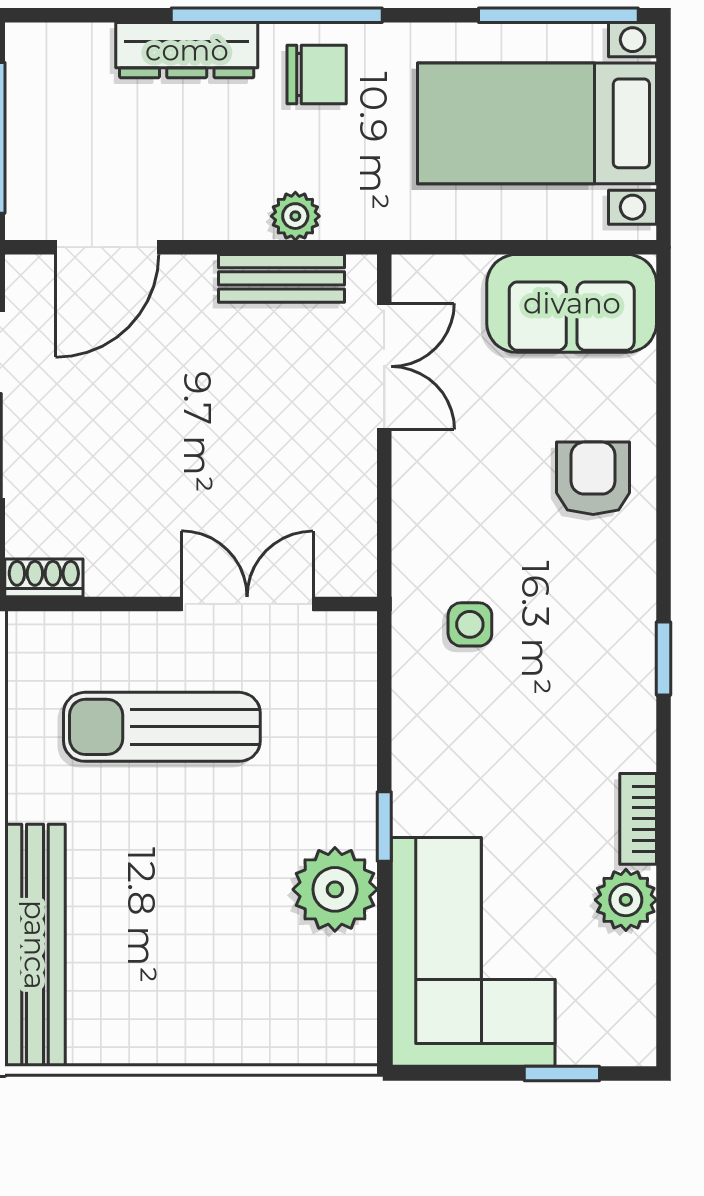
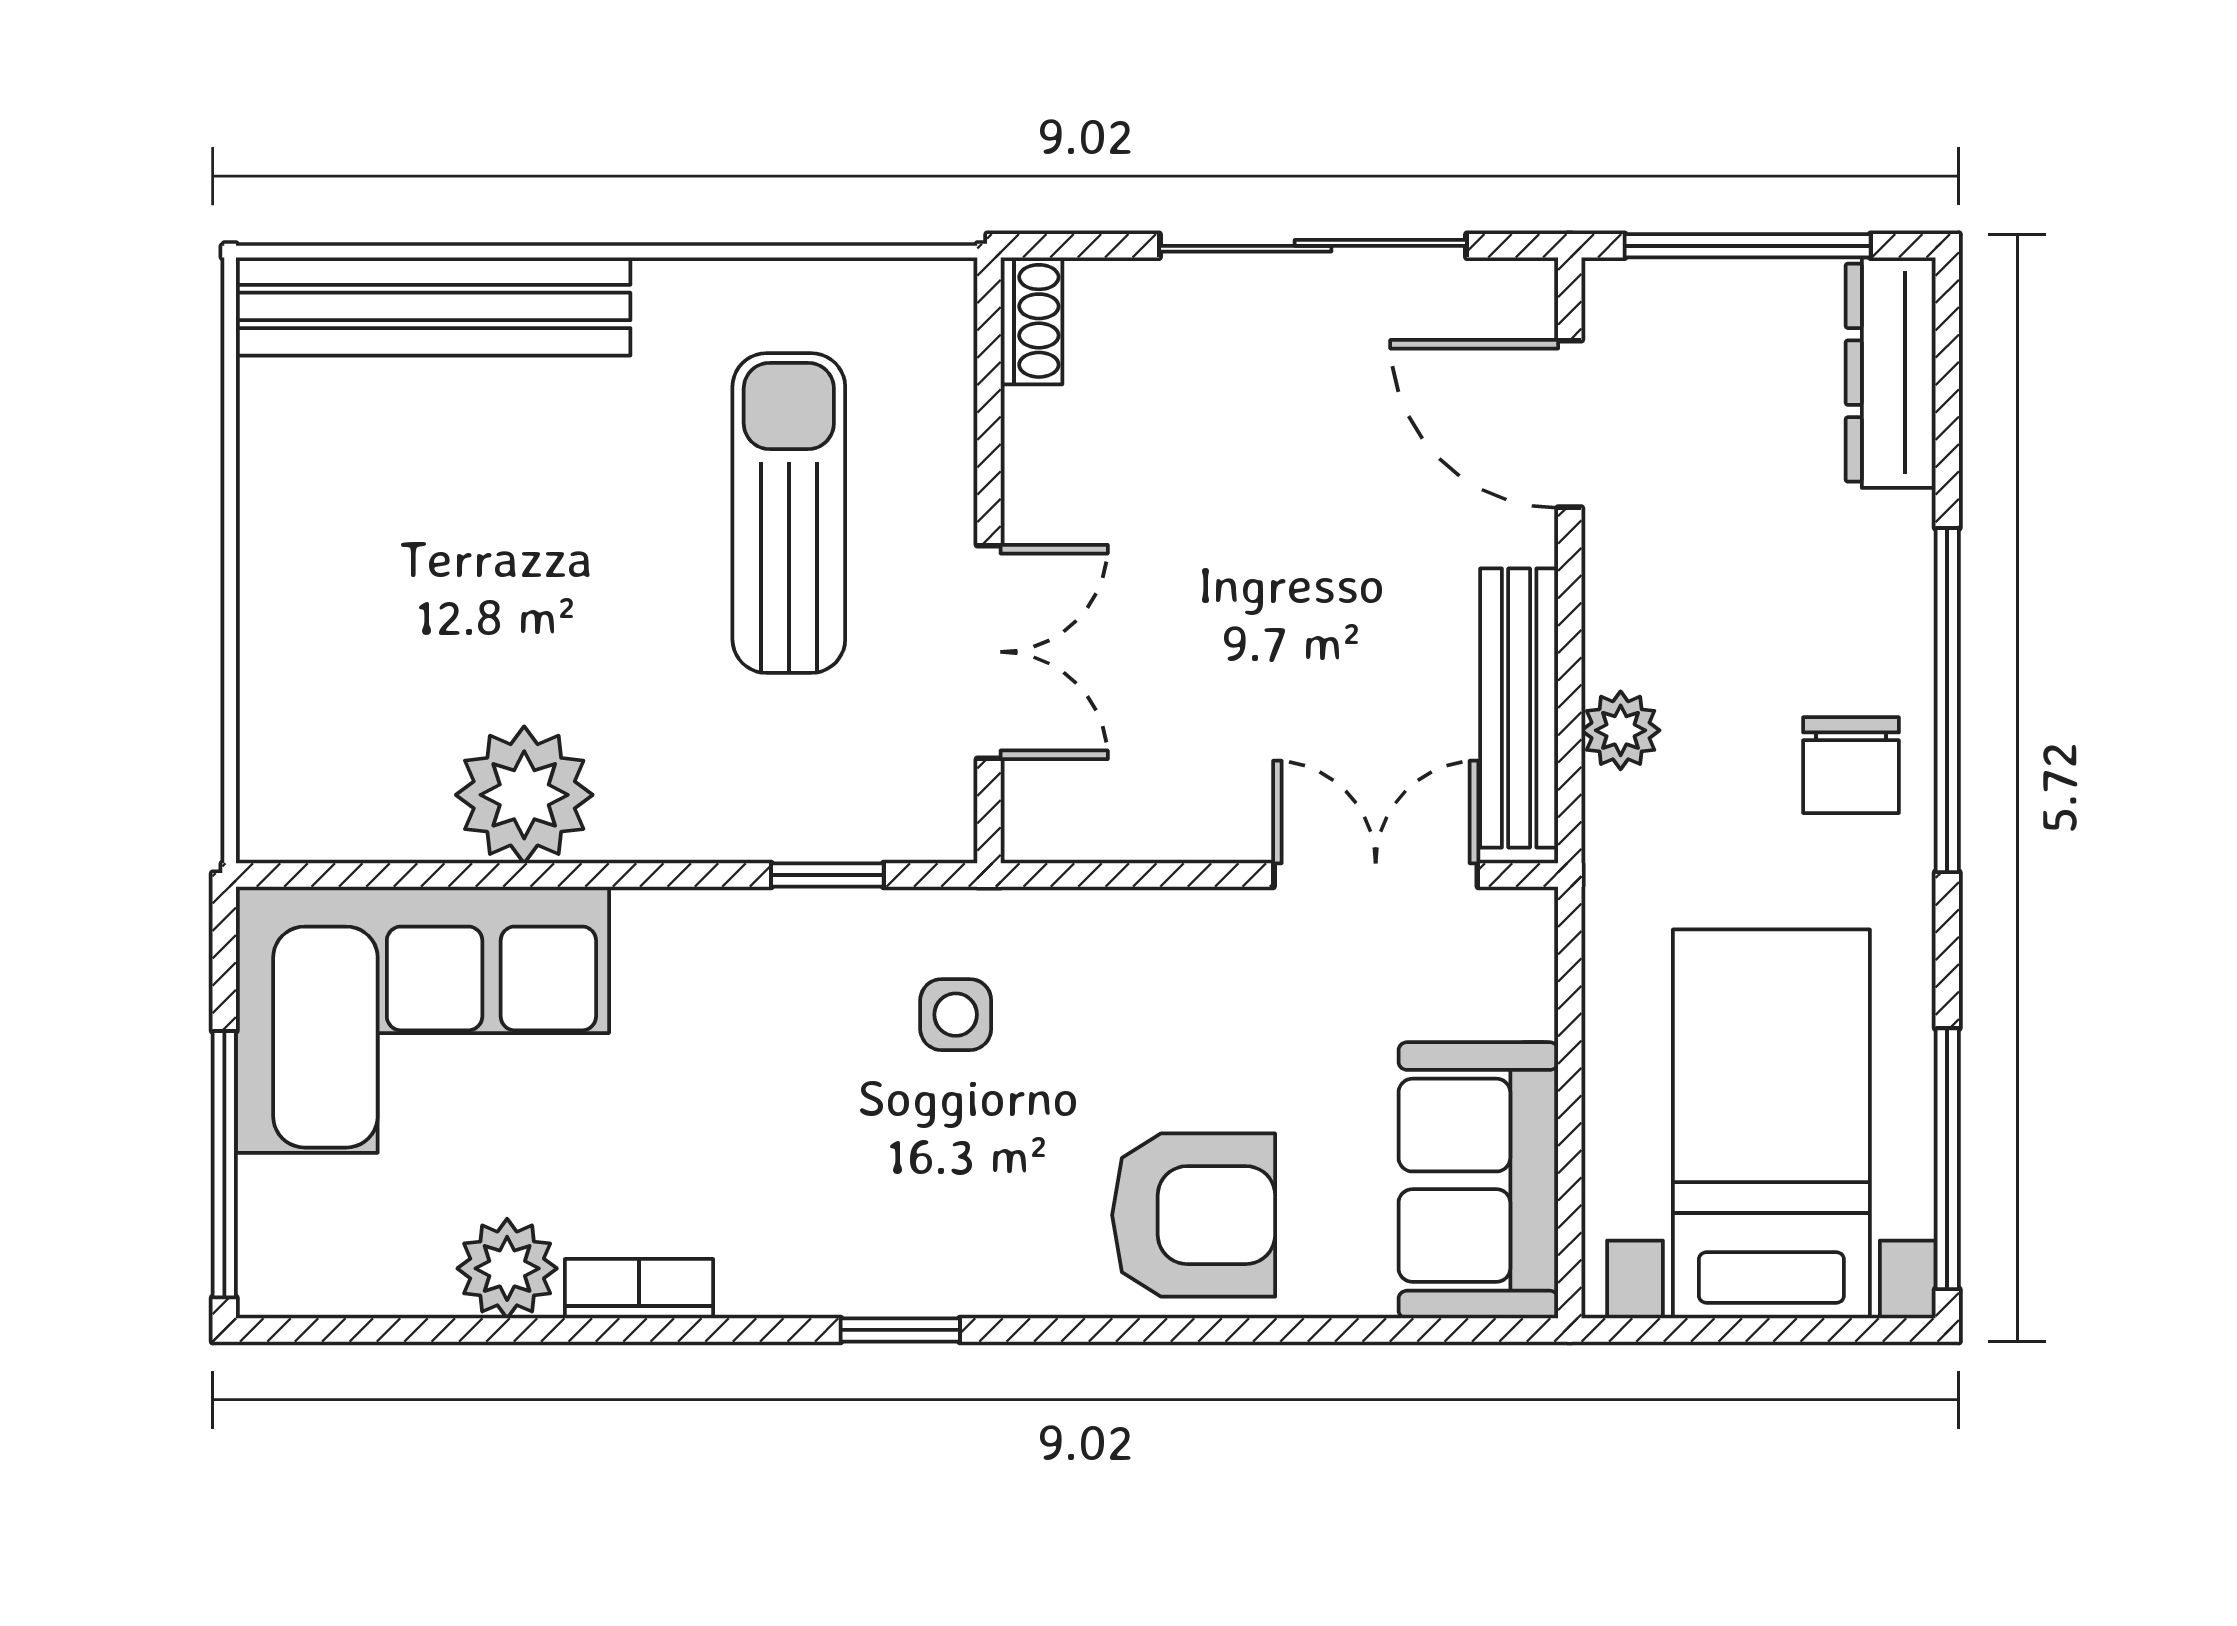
dresser: (187, 50) -> (1891, 373), moved
bench: (282, 278) -> (1519, 708), width x1.36
double door: (384, 366) -> (1376, 875), swing flipped
armchair: (593, 478) -> (1194, 1215), width x1.38, depth x1.38
window: (384, 827) -> (827, 875), moved
window: (562, 1074) -> (224, 1164), width x2.17

